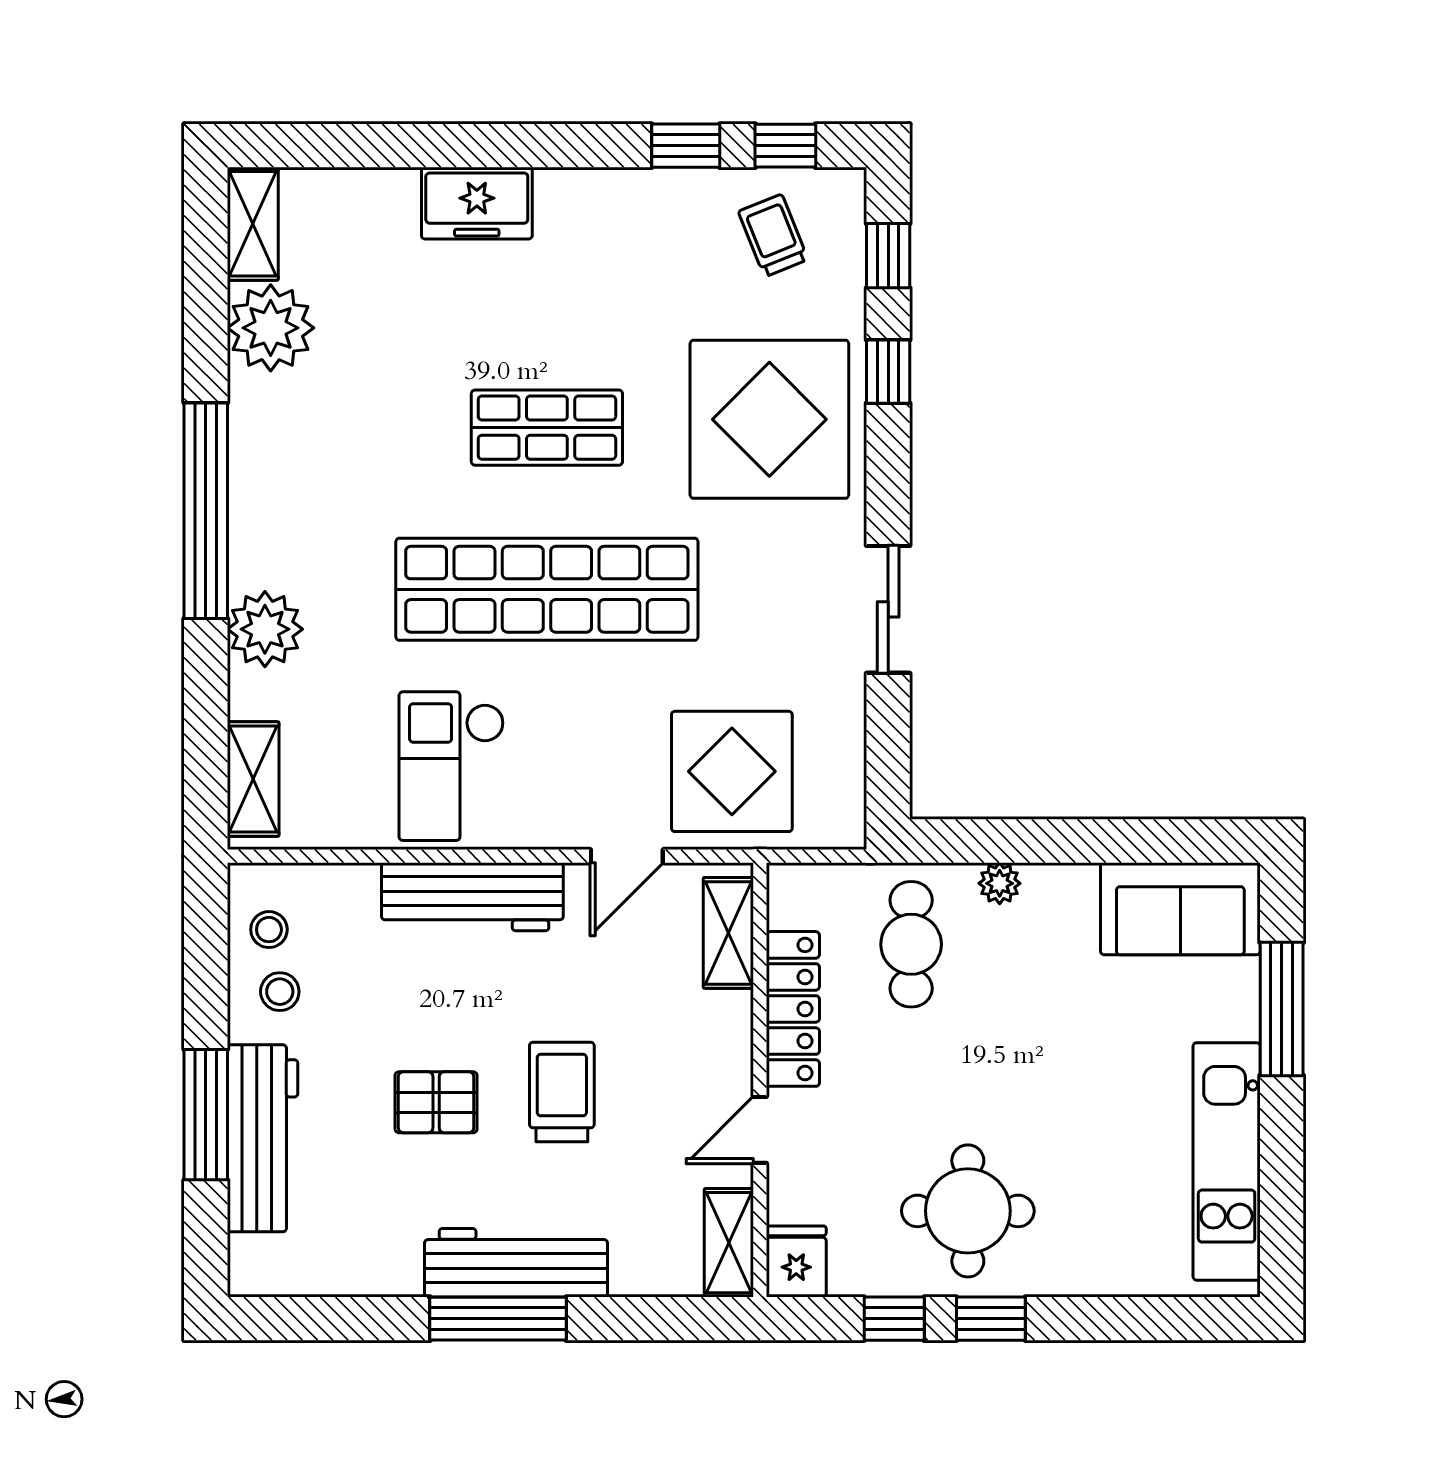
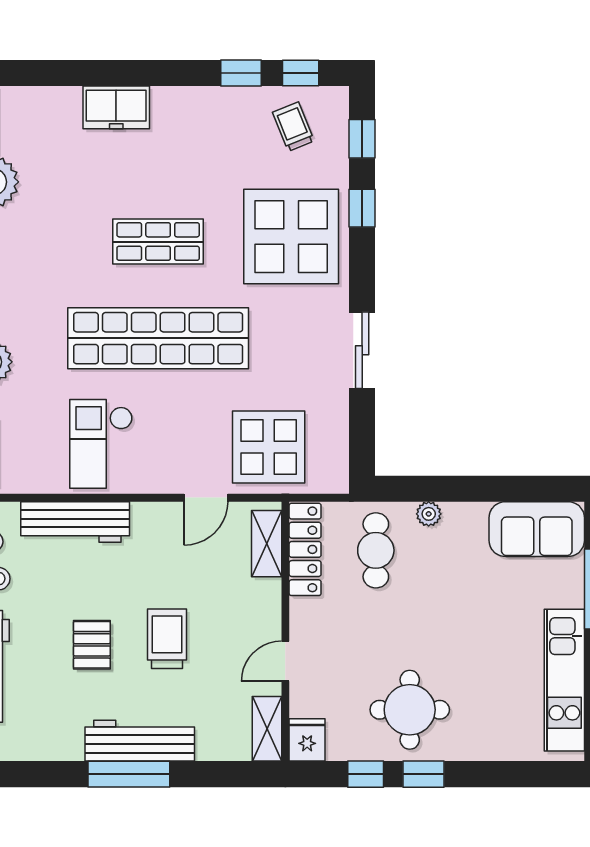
workbench: (472, 897) -> (75, 522), moved
locker: (793, 1009) -> (305, 549), moved
pallet: (436, 1102) -> (92, 645), turned 90

